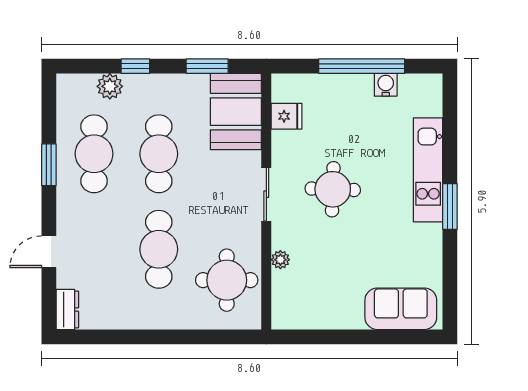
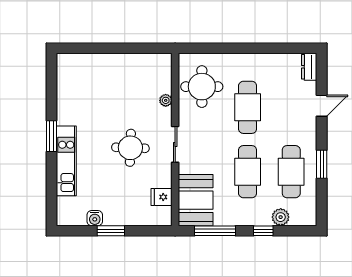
window: (207, 66) -> (215, 231), width x1.44
window: (362, 66) -> (111, 231), width x0.47
sofa: (401, 309) -> (85, 67), removed

